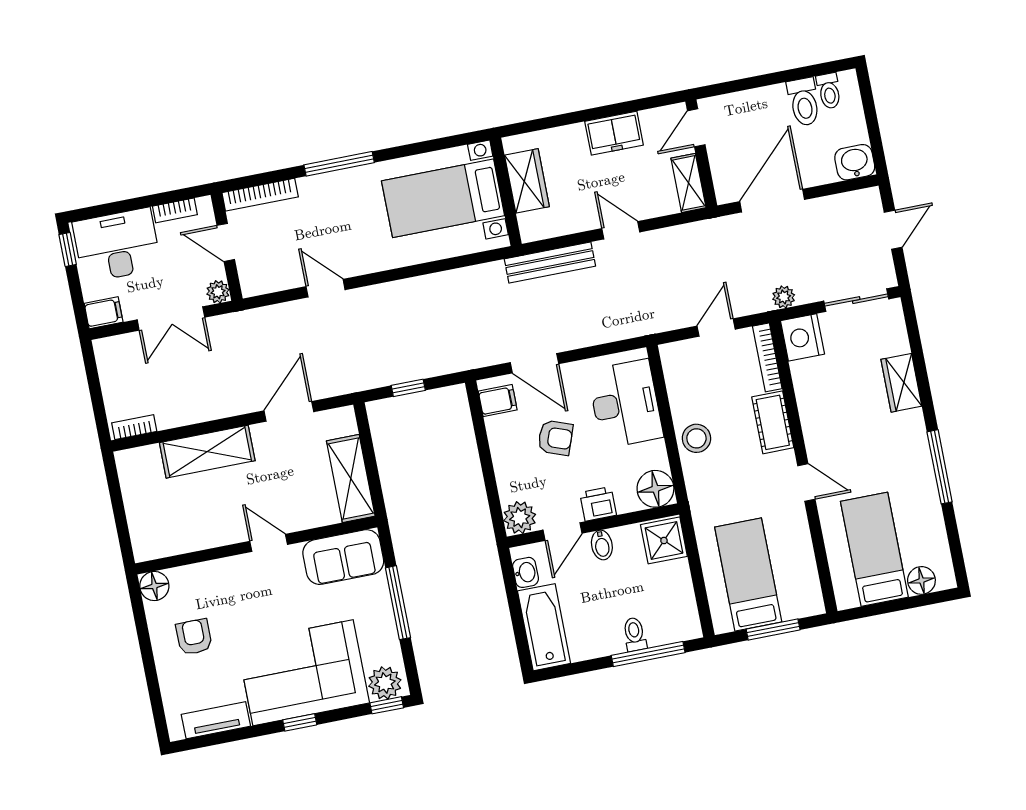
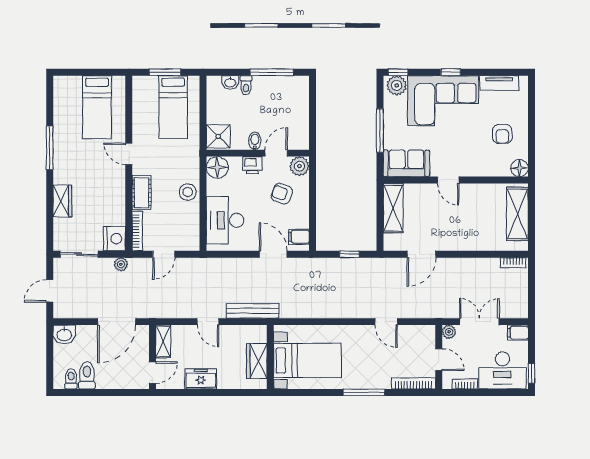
armchair: (555, 438) -> (282, 194), moved
shelving: (207, 452) -> (517, 214), moved, turned 90
washbasin: (526, 572) -> (230, 82), moved, turned -90
floor lamp: (921, 580) -> (73, 84), removed
bathtub: (544, 627) -> (298, 100), removed
window: (648, 654) -> (272, 72), moved

